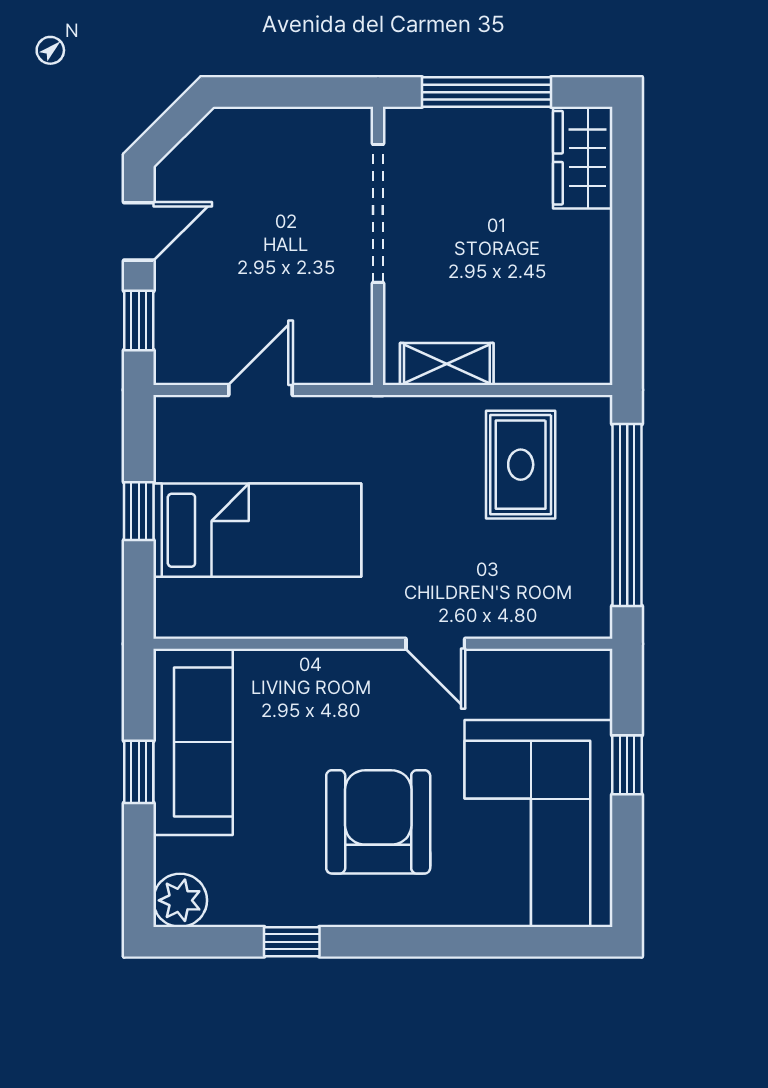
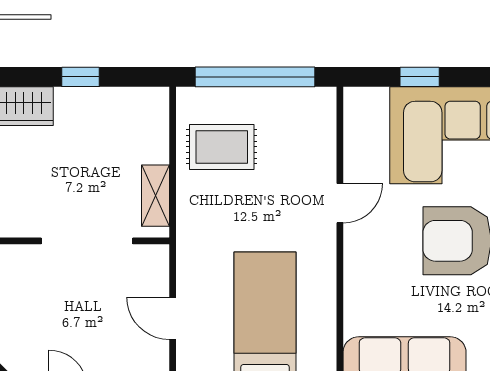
doorway: (378, 213) -> (87, 241), moved
window: (627, 250) -> (81, 77), added

